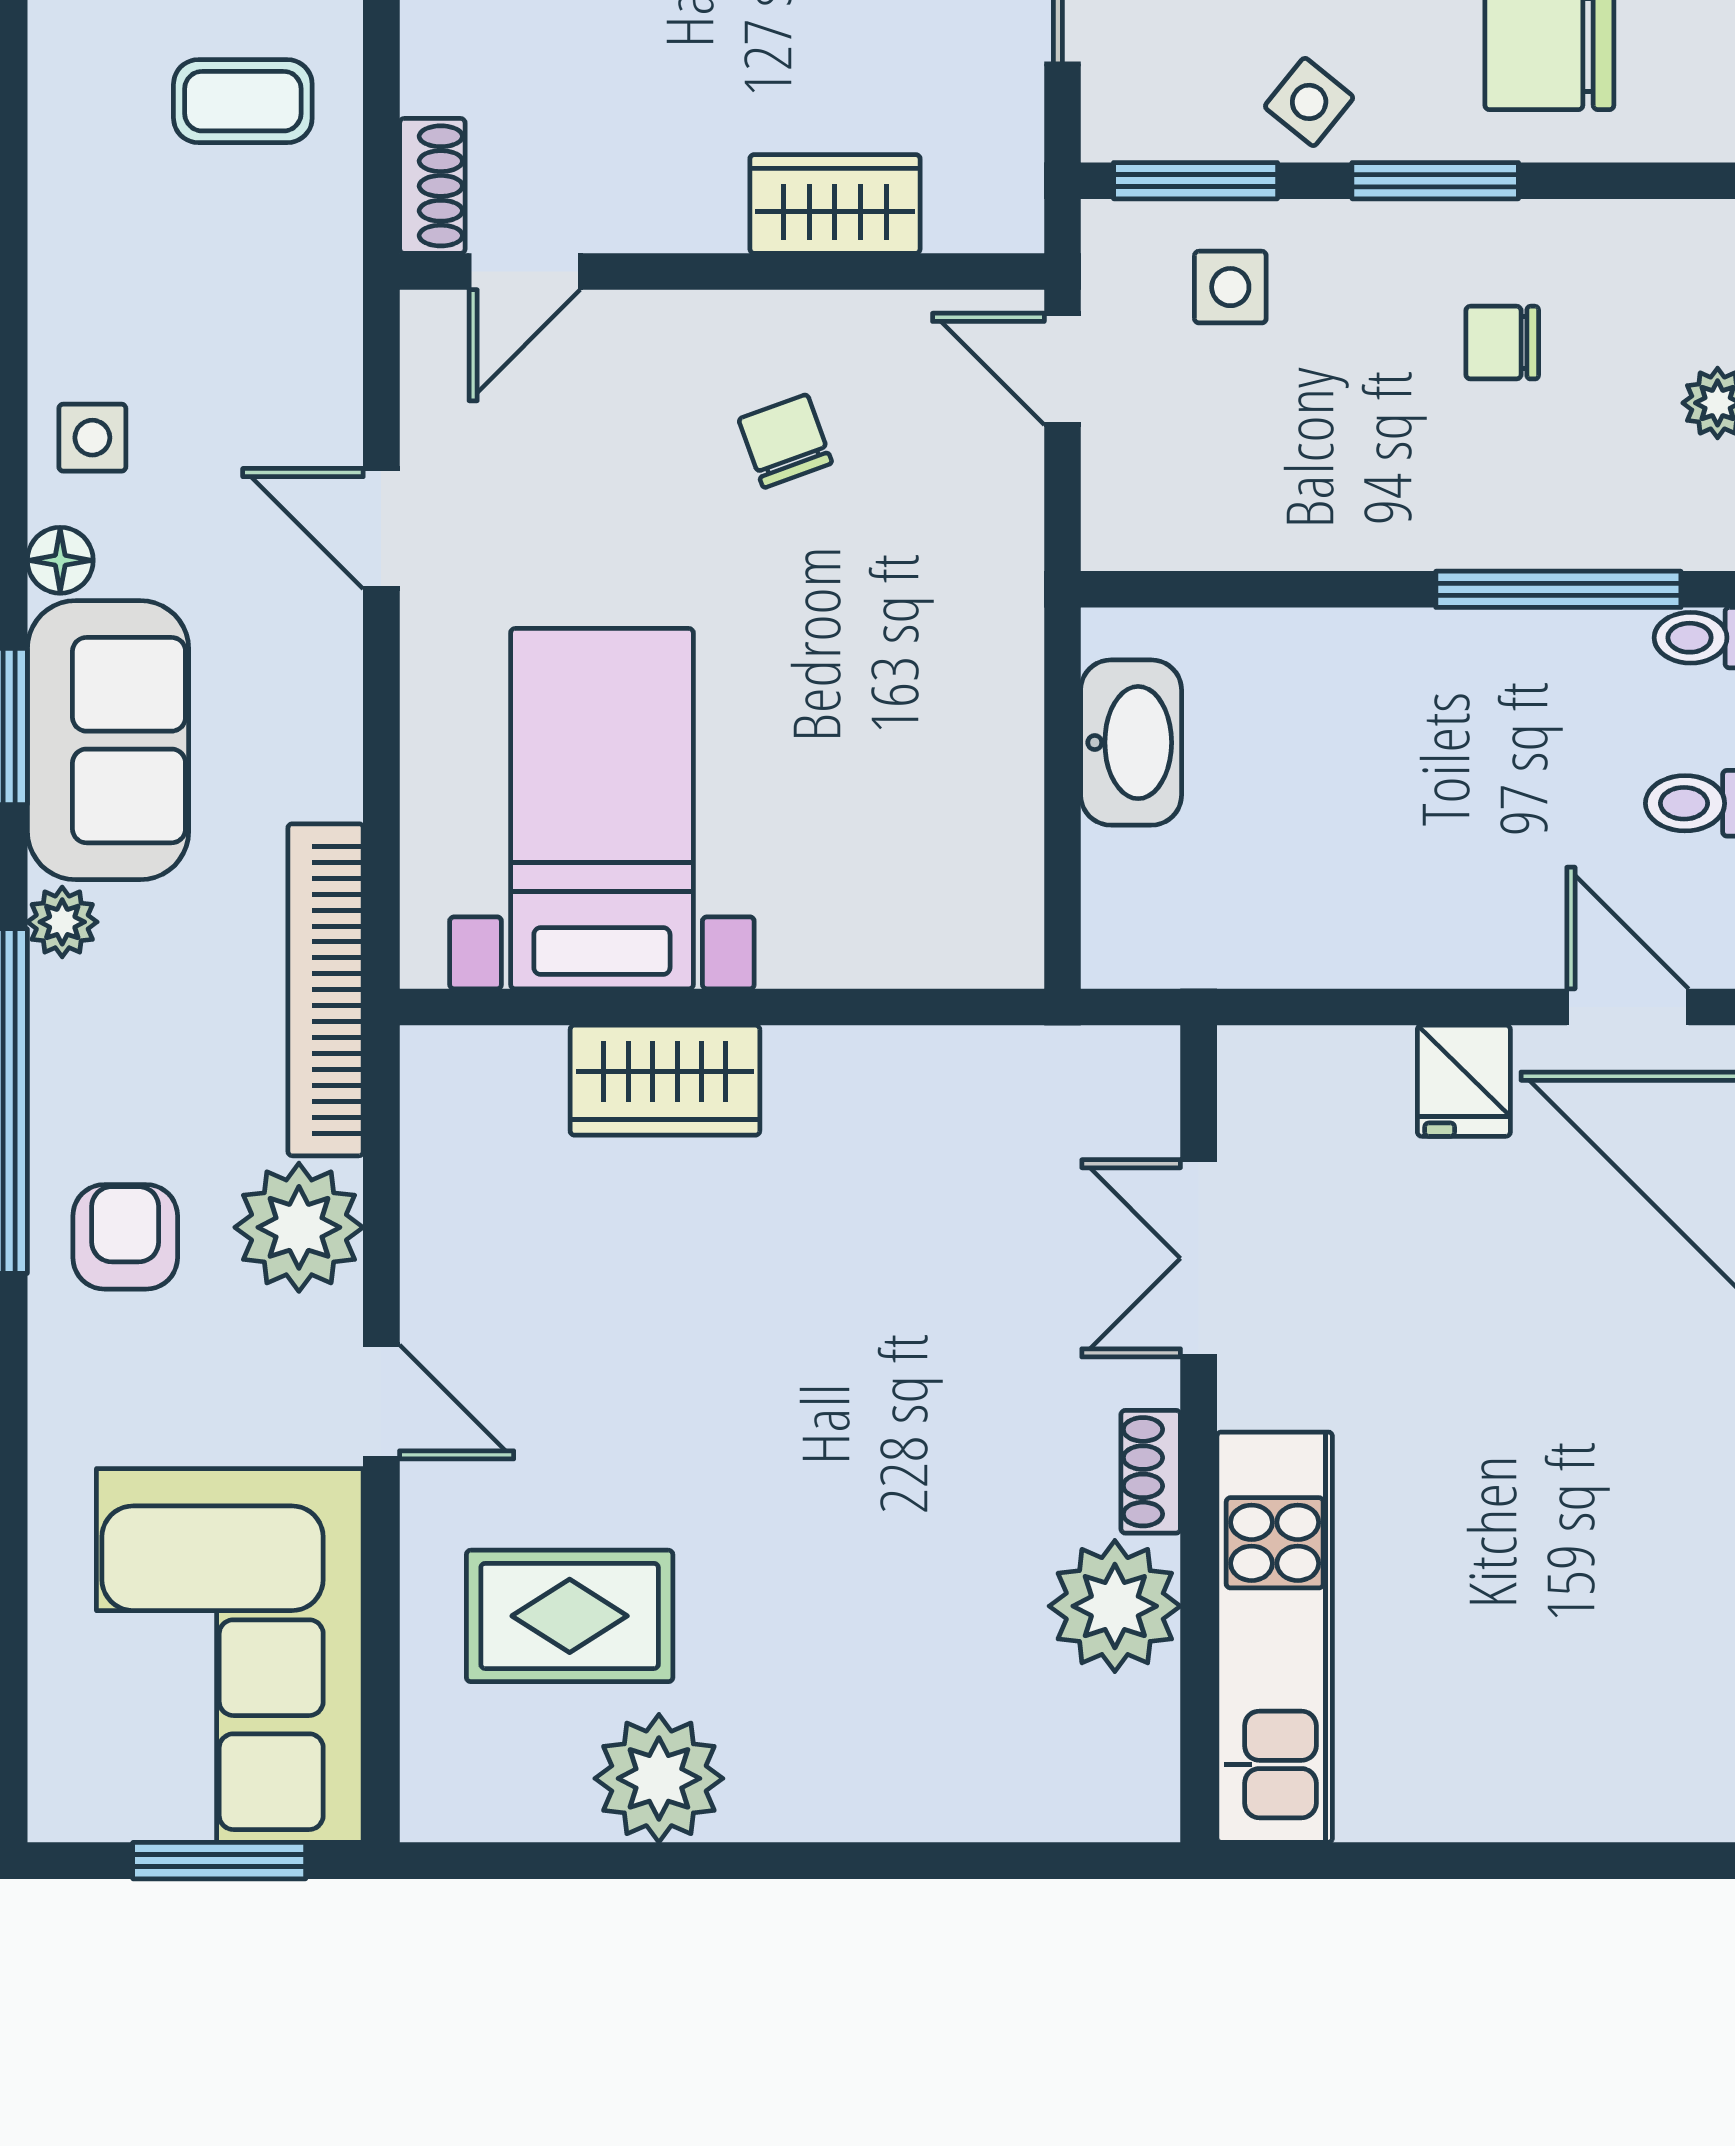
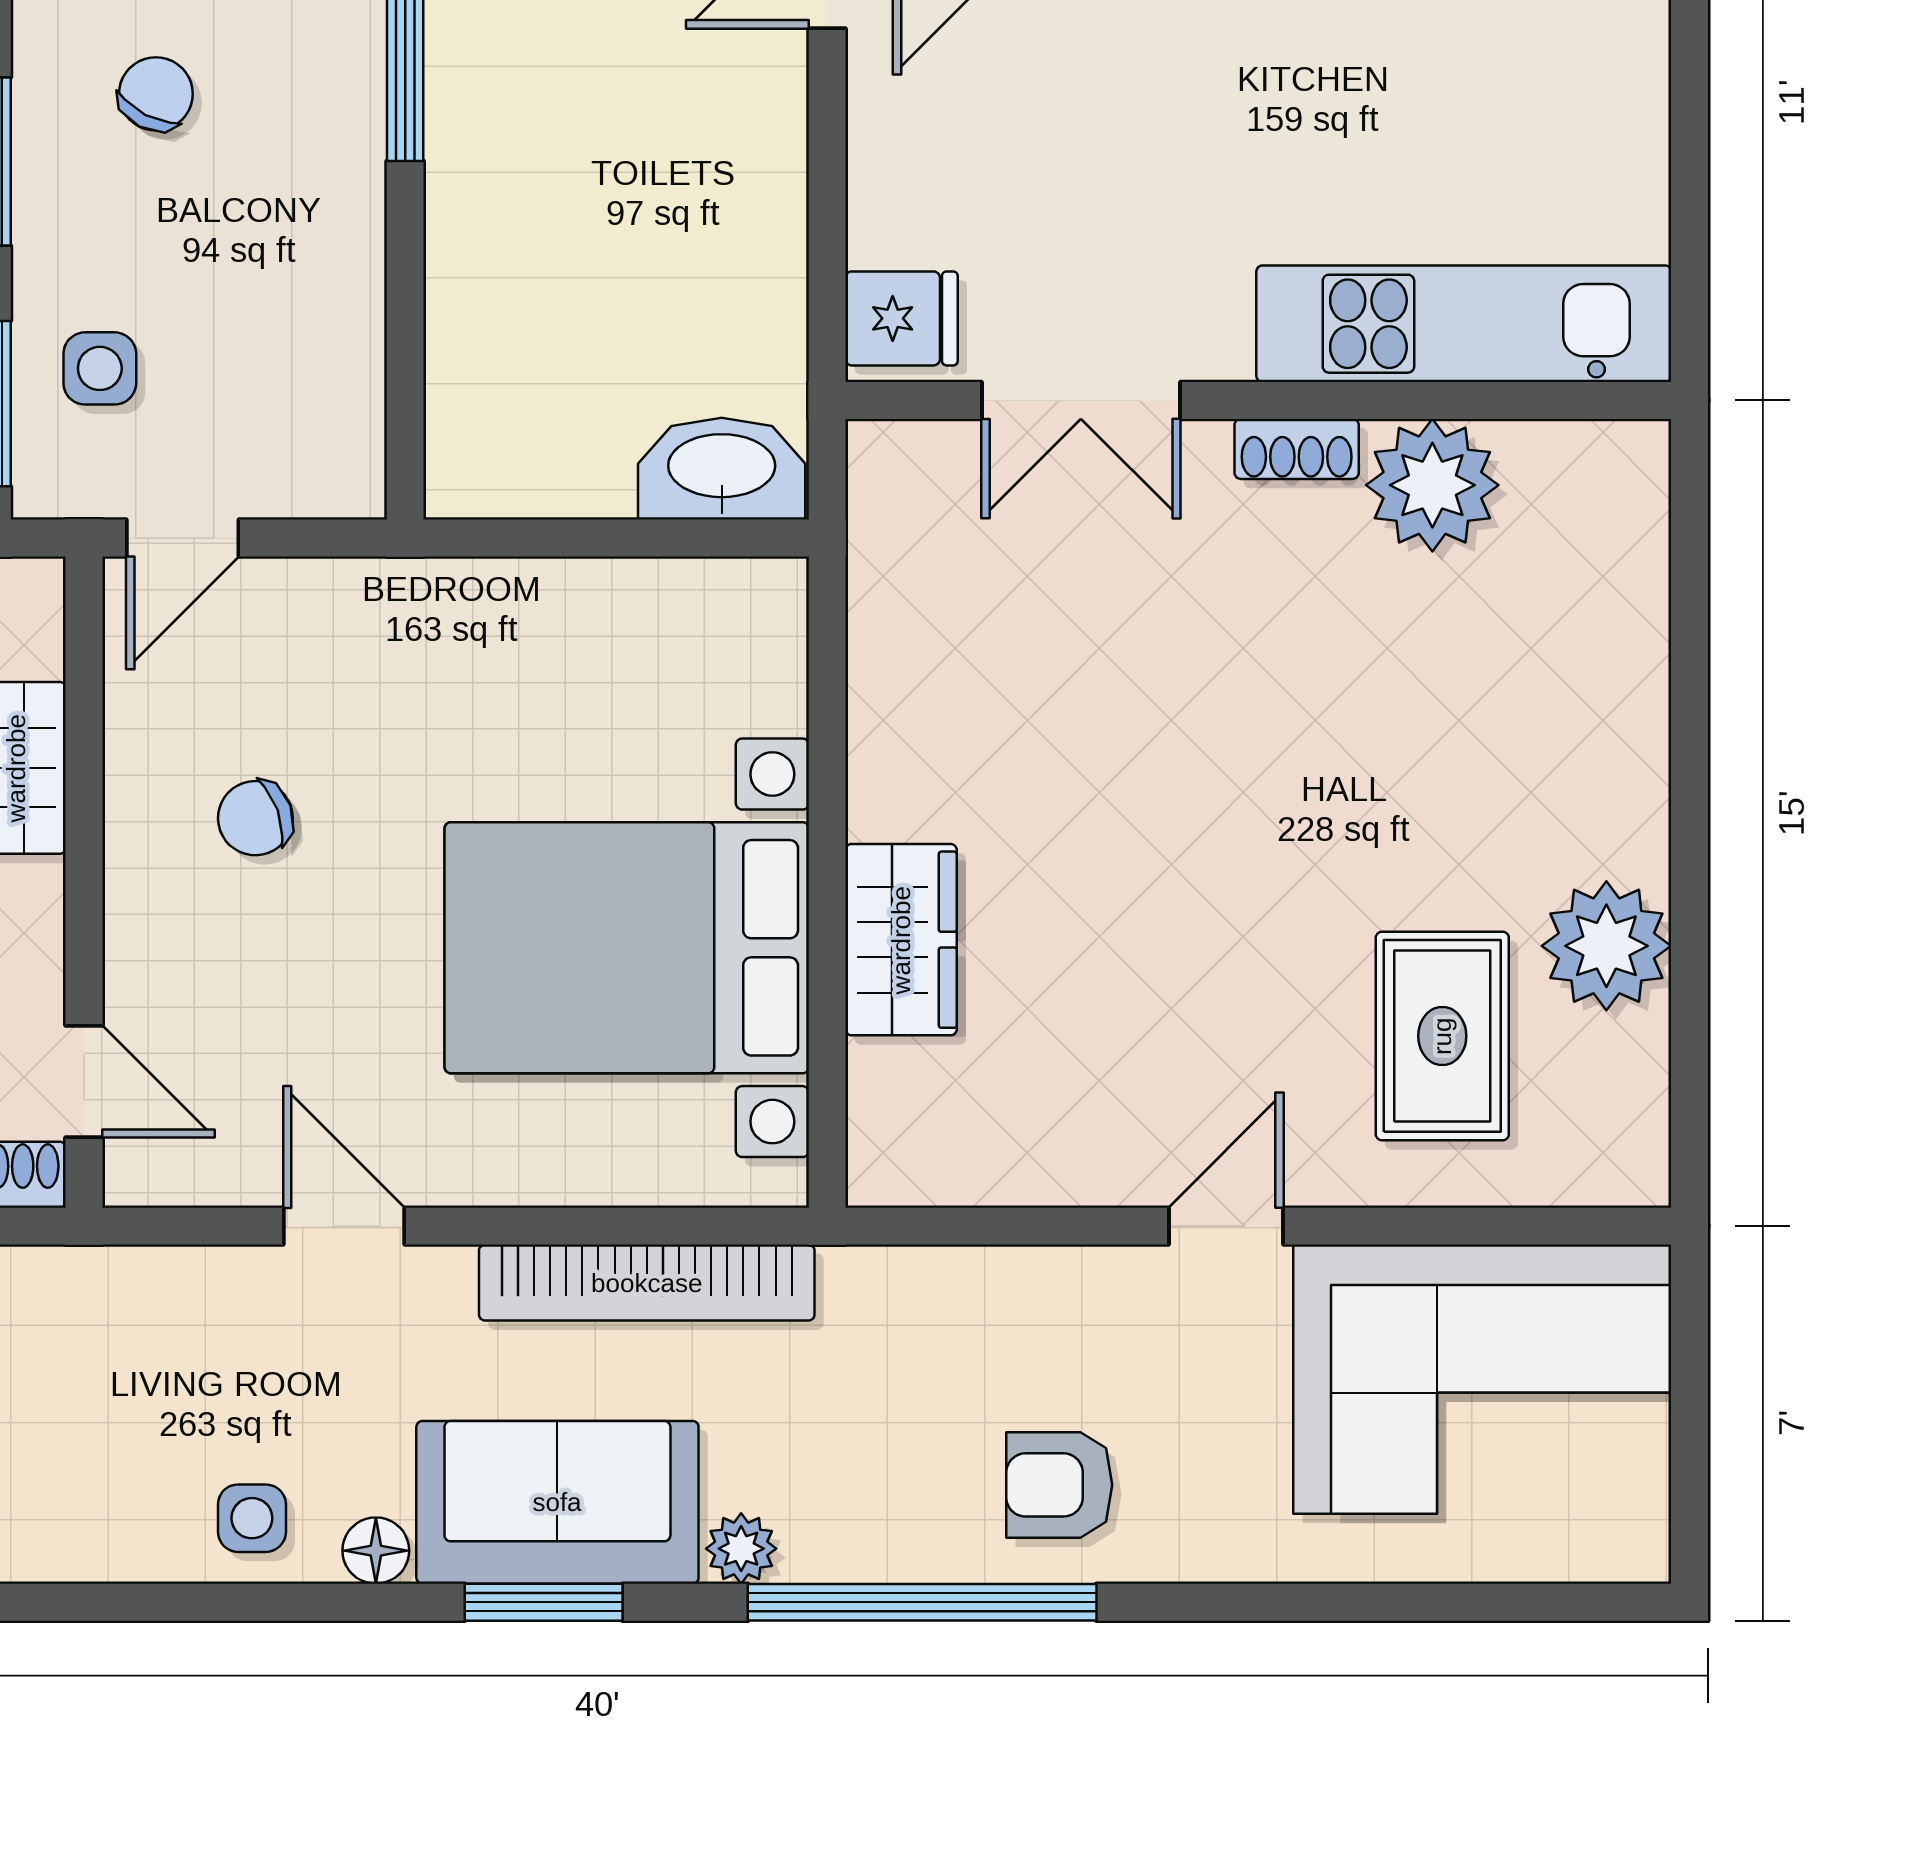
chair: (1502, 343) -> (156, 94), turned -153
door: (381, 529) -> (344, 1226), swing flipped
washbasin: (1131, 743) -> (722, 469), moved
bed with nightstands: (602, 809) -> (627, 948), width x1.36
bookcase: (326, 990) -> (647, 1283), moved
fridge: (1464, 1081) -> (902, 318), moved
plant: (299, 1227) -> (1050, 1309), removed
window: (219, 1861) -> (1689, 1390), removed

